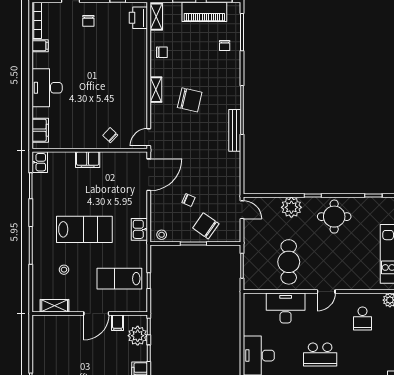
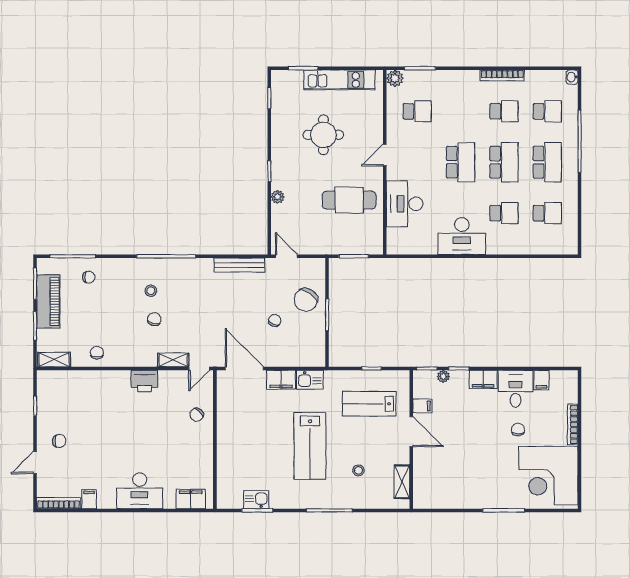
printer: (138, 18) -> (144, 381), moved
shelving: (156, 90) -> (173, 360), moved
chair: (190, 100) -> (154, 319), width x0.54, depth x0.54
bench: (235, 130) -> (239, 265), moved
door: (149, 137) -> (199, 368), hinge flipped
filing cabinet: (88, 160) -> (281, 380), moved, turned 90
kitchen sink: (40, 162) -> (256, 500), moved
plant: (291, 207) -> (278, 197), width x0.53, depth x0.53
door: (242, 210) -> (286, 256), hinge flipped
round table: (334, 217) -> (323, 135), moved
lab bench: (84, 229) -> (310, 446), turned 180
stool: (162, 235) -> (151, 291), moved
lab bench: (119, 279) -> (369, 404), turned 90
door: (326, 292) -> (385, 155), swing flipped
plant: (138, 336) -> (443, 376), width x0.53, depth x0.53

